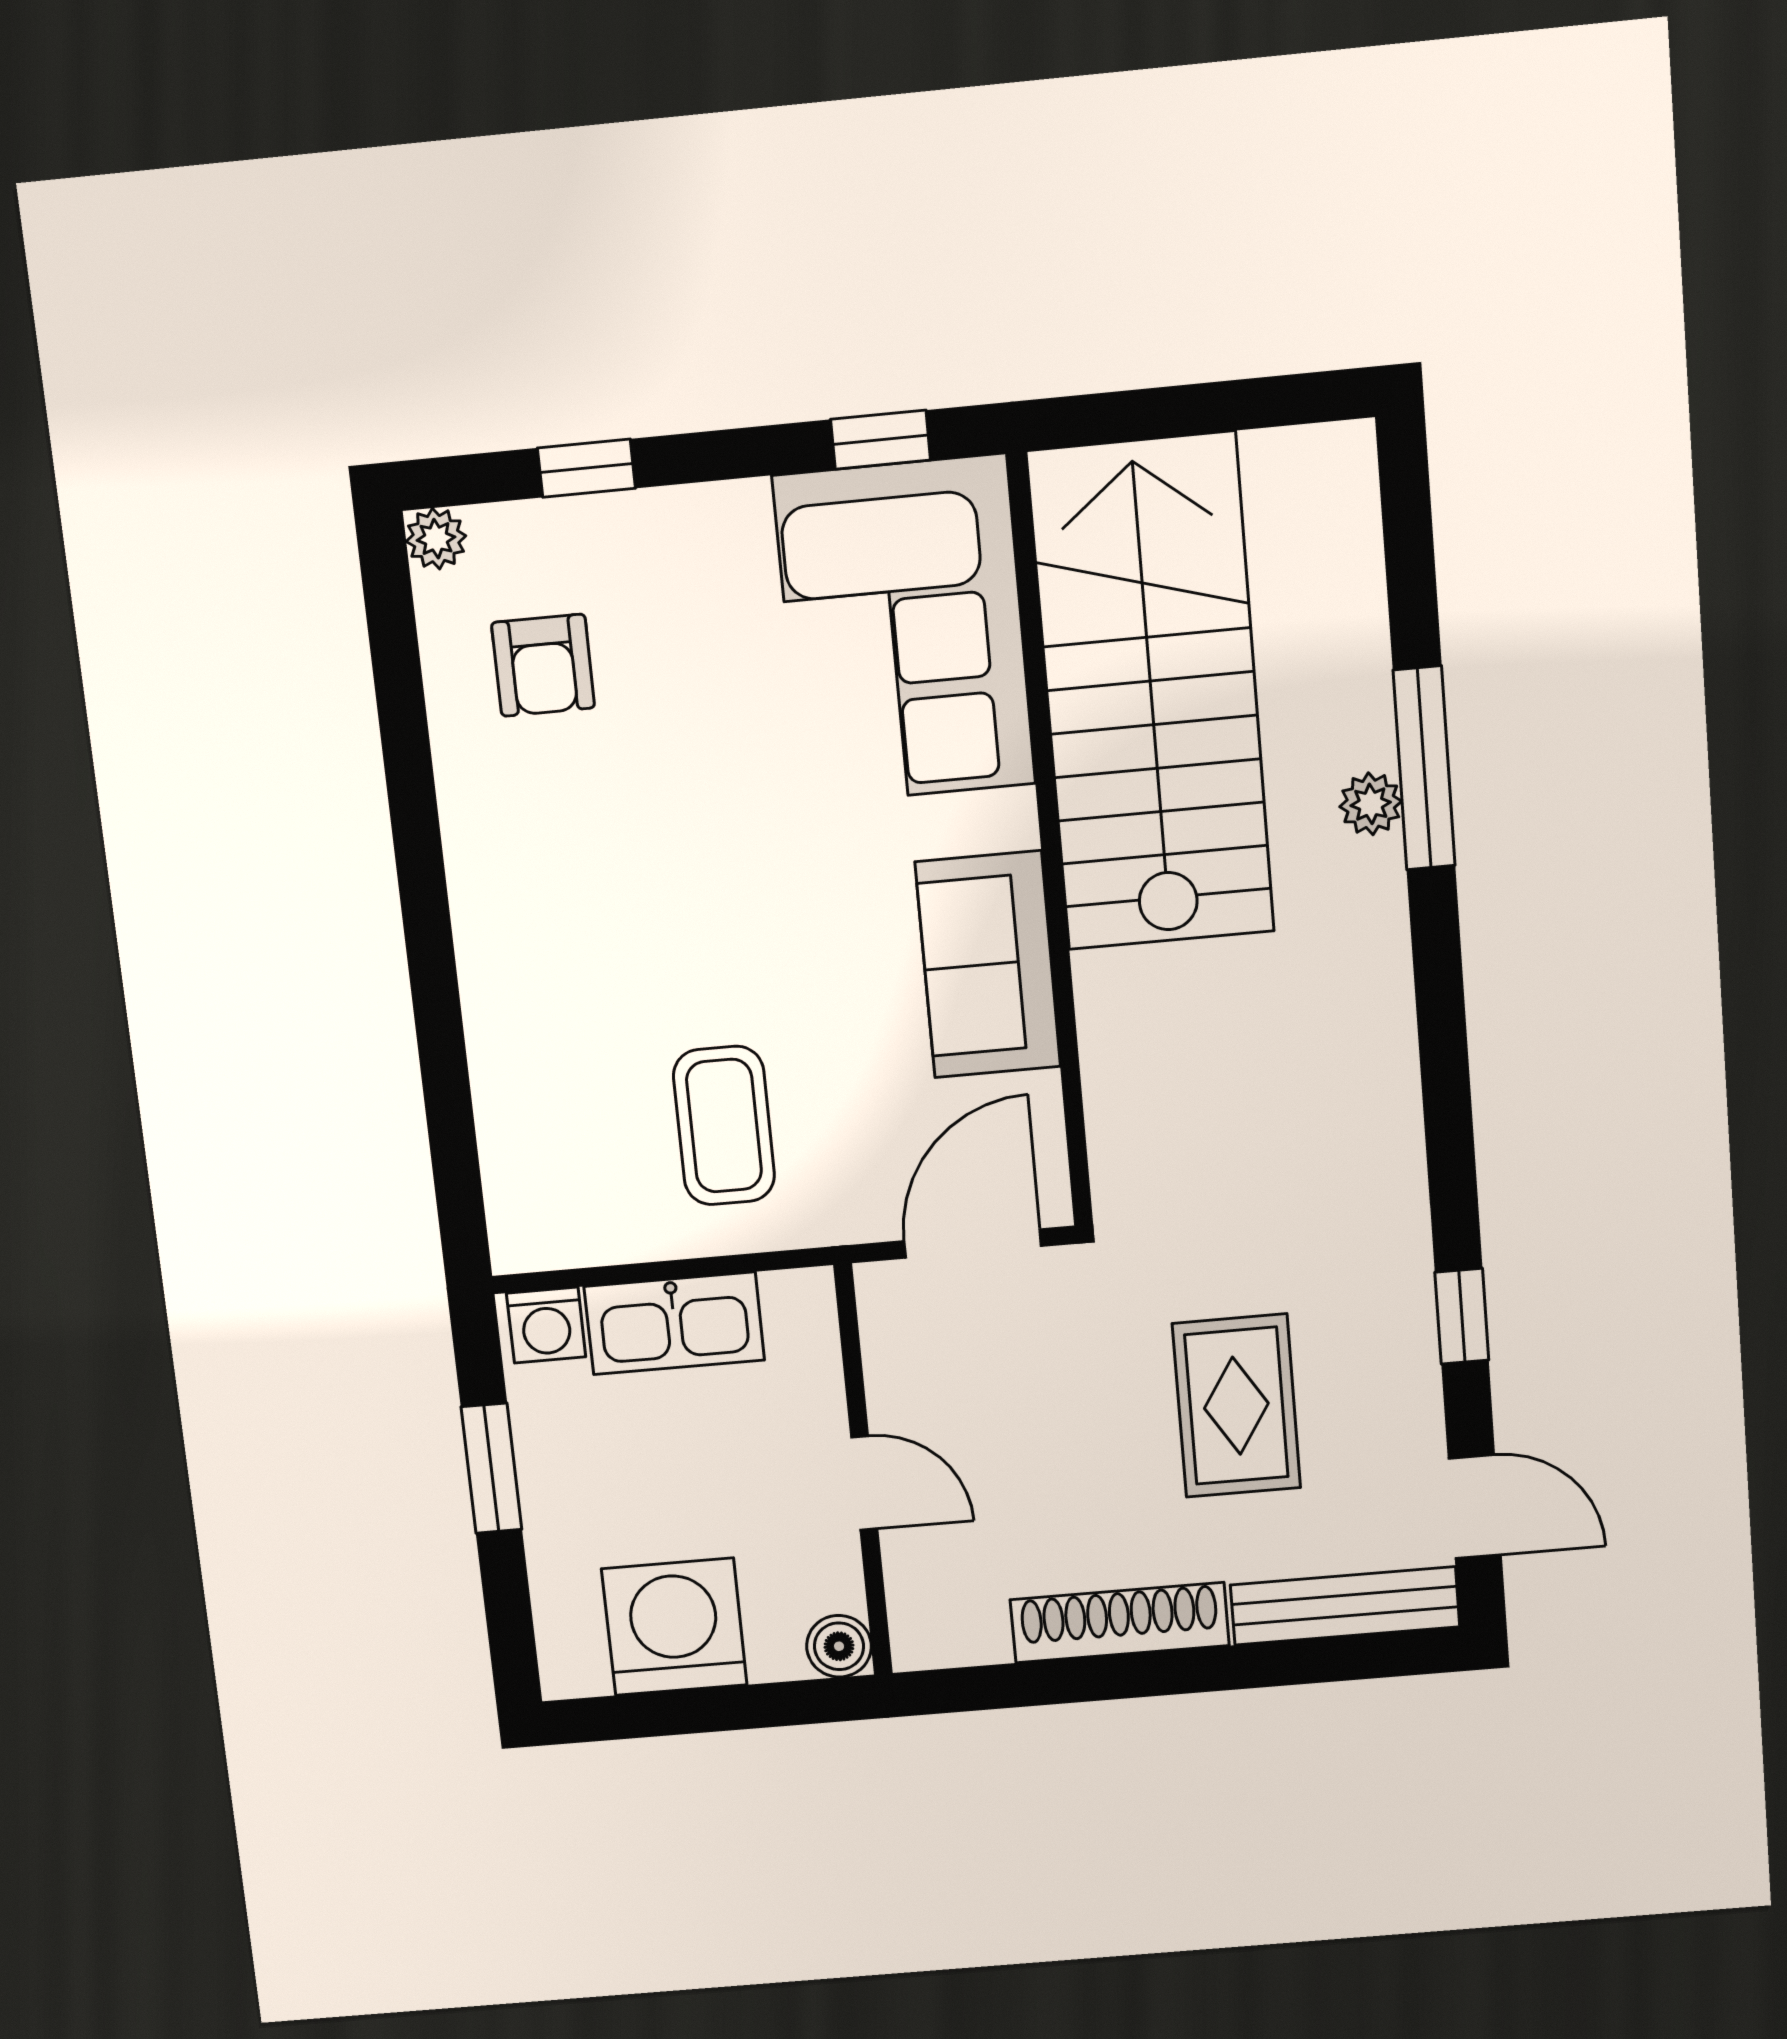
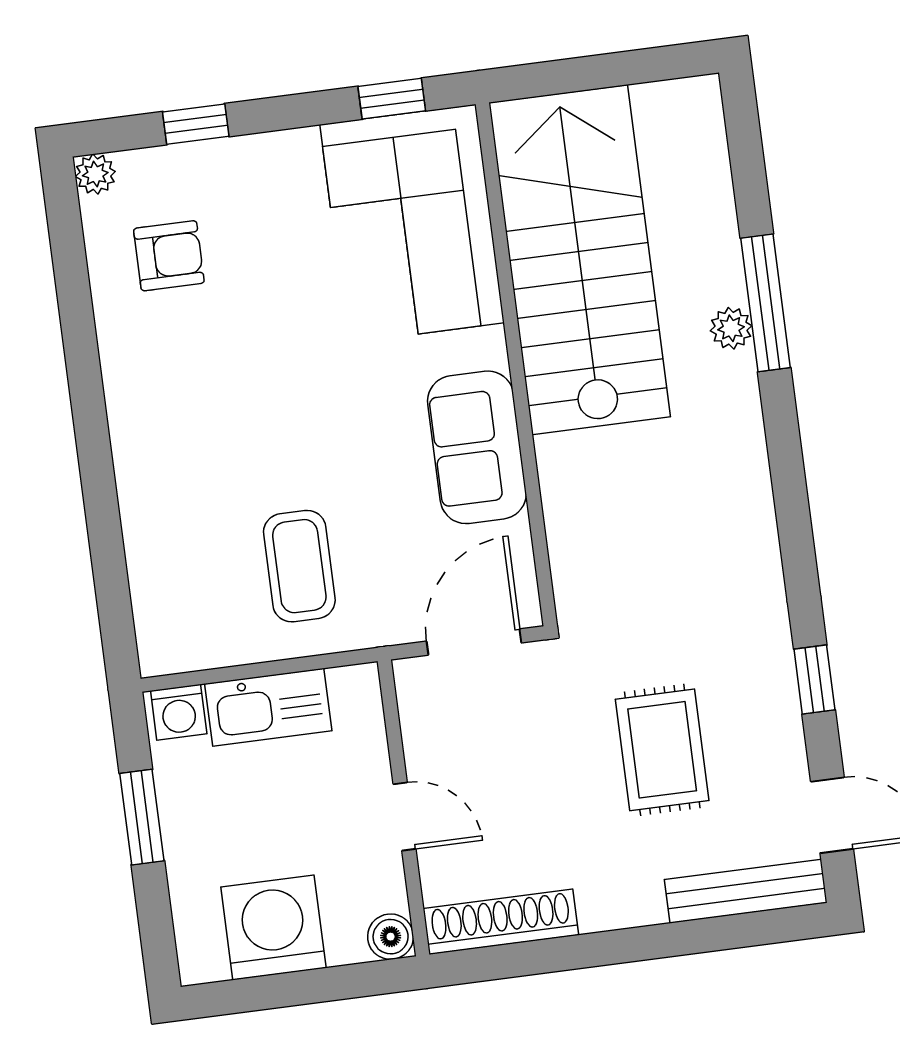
armchair: (543, 665) -> (169, 256), turned -90
shoe rack: (1120, 1623) -> (501, 922), moved

